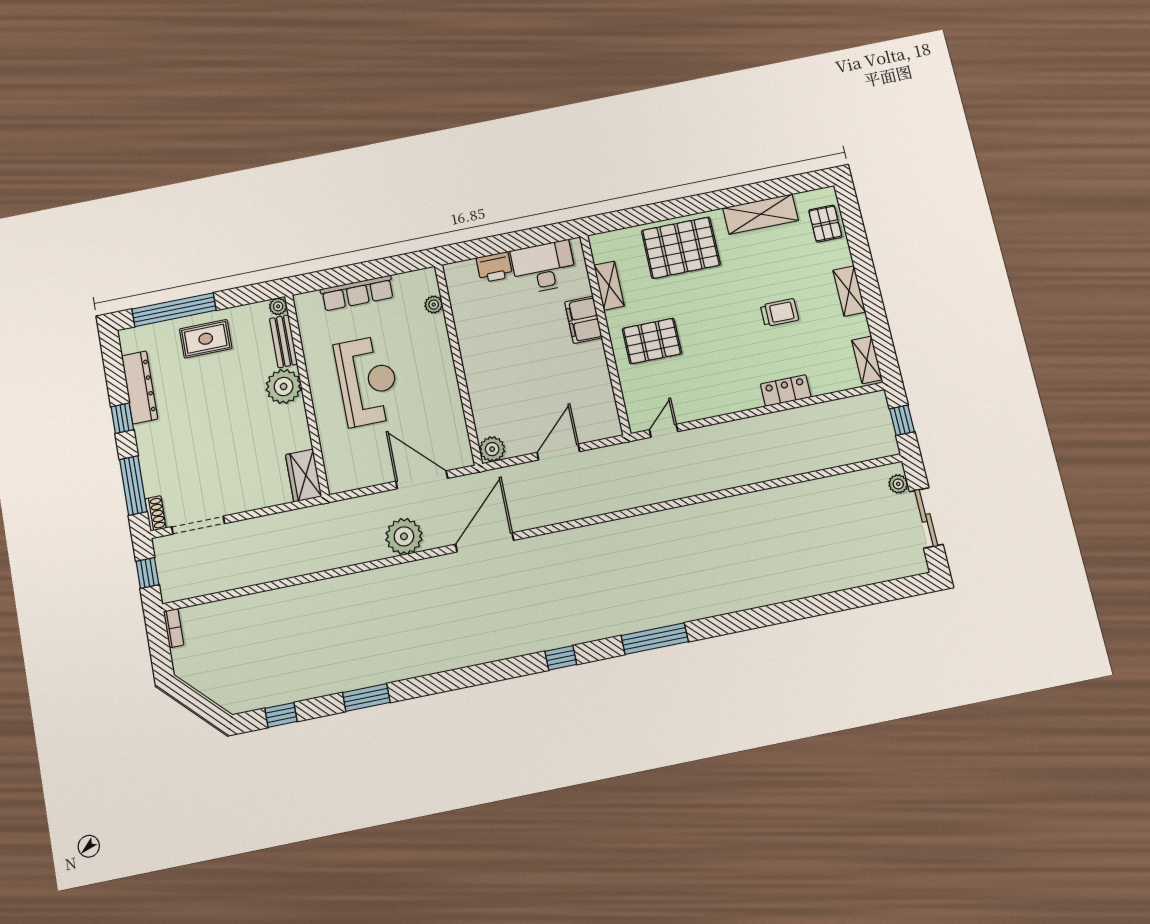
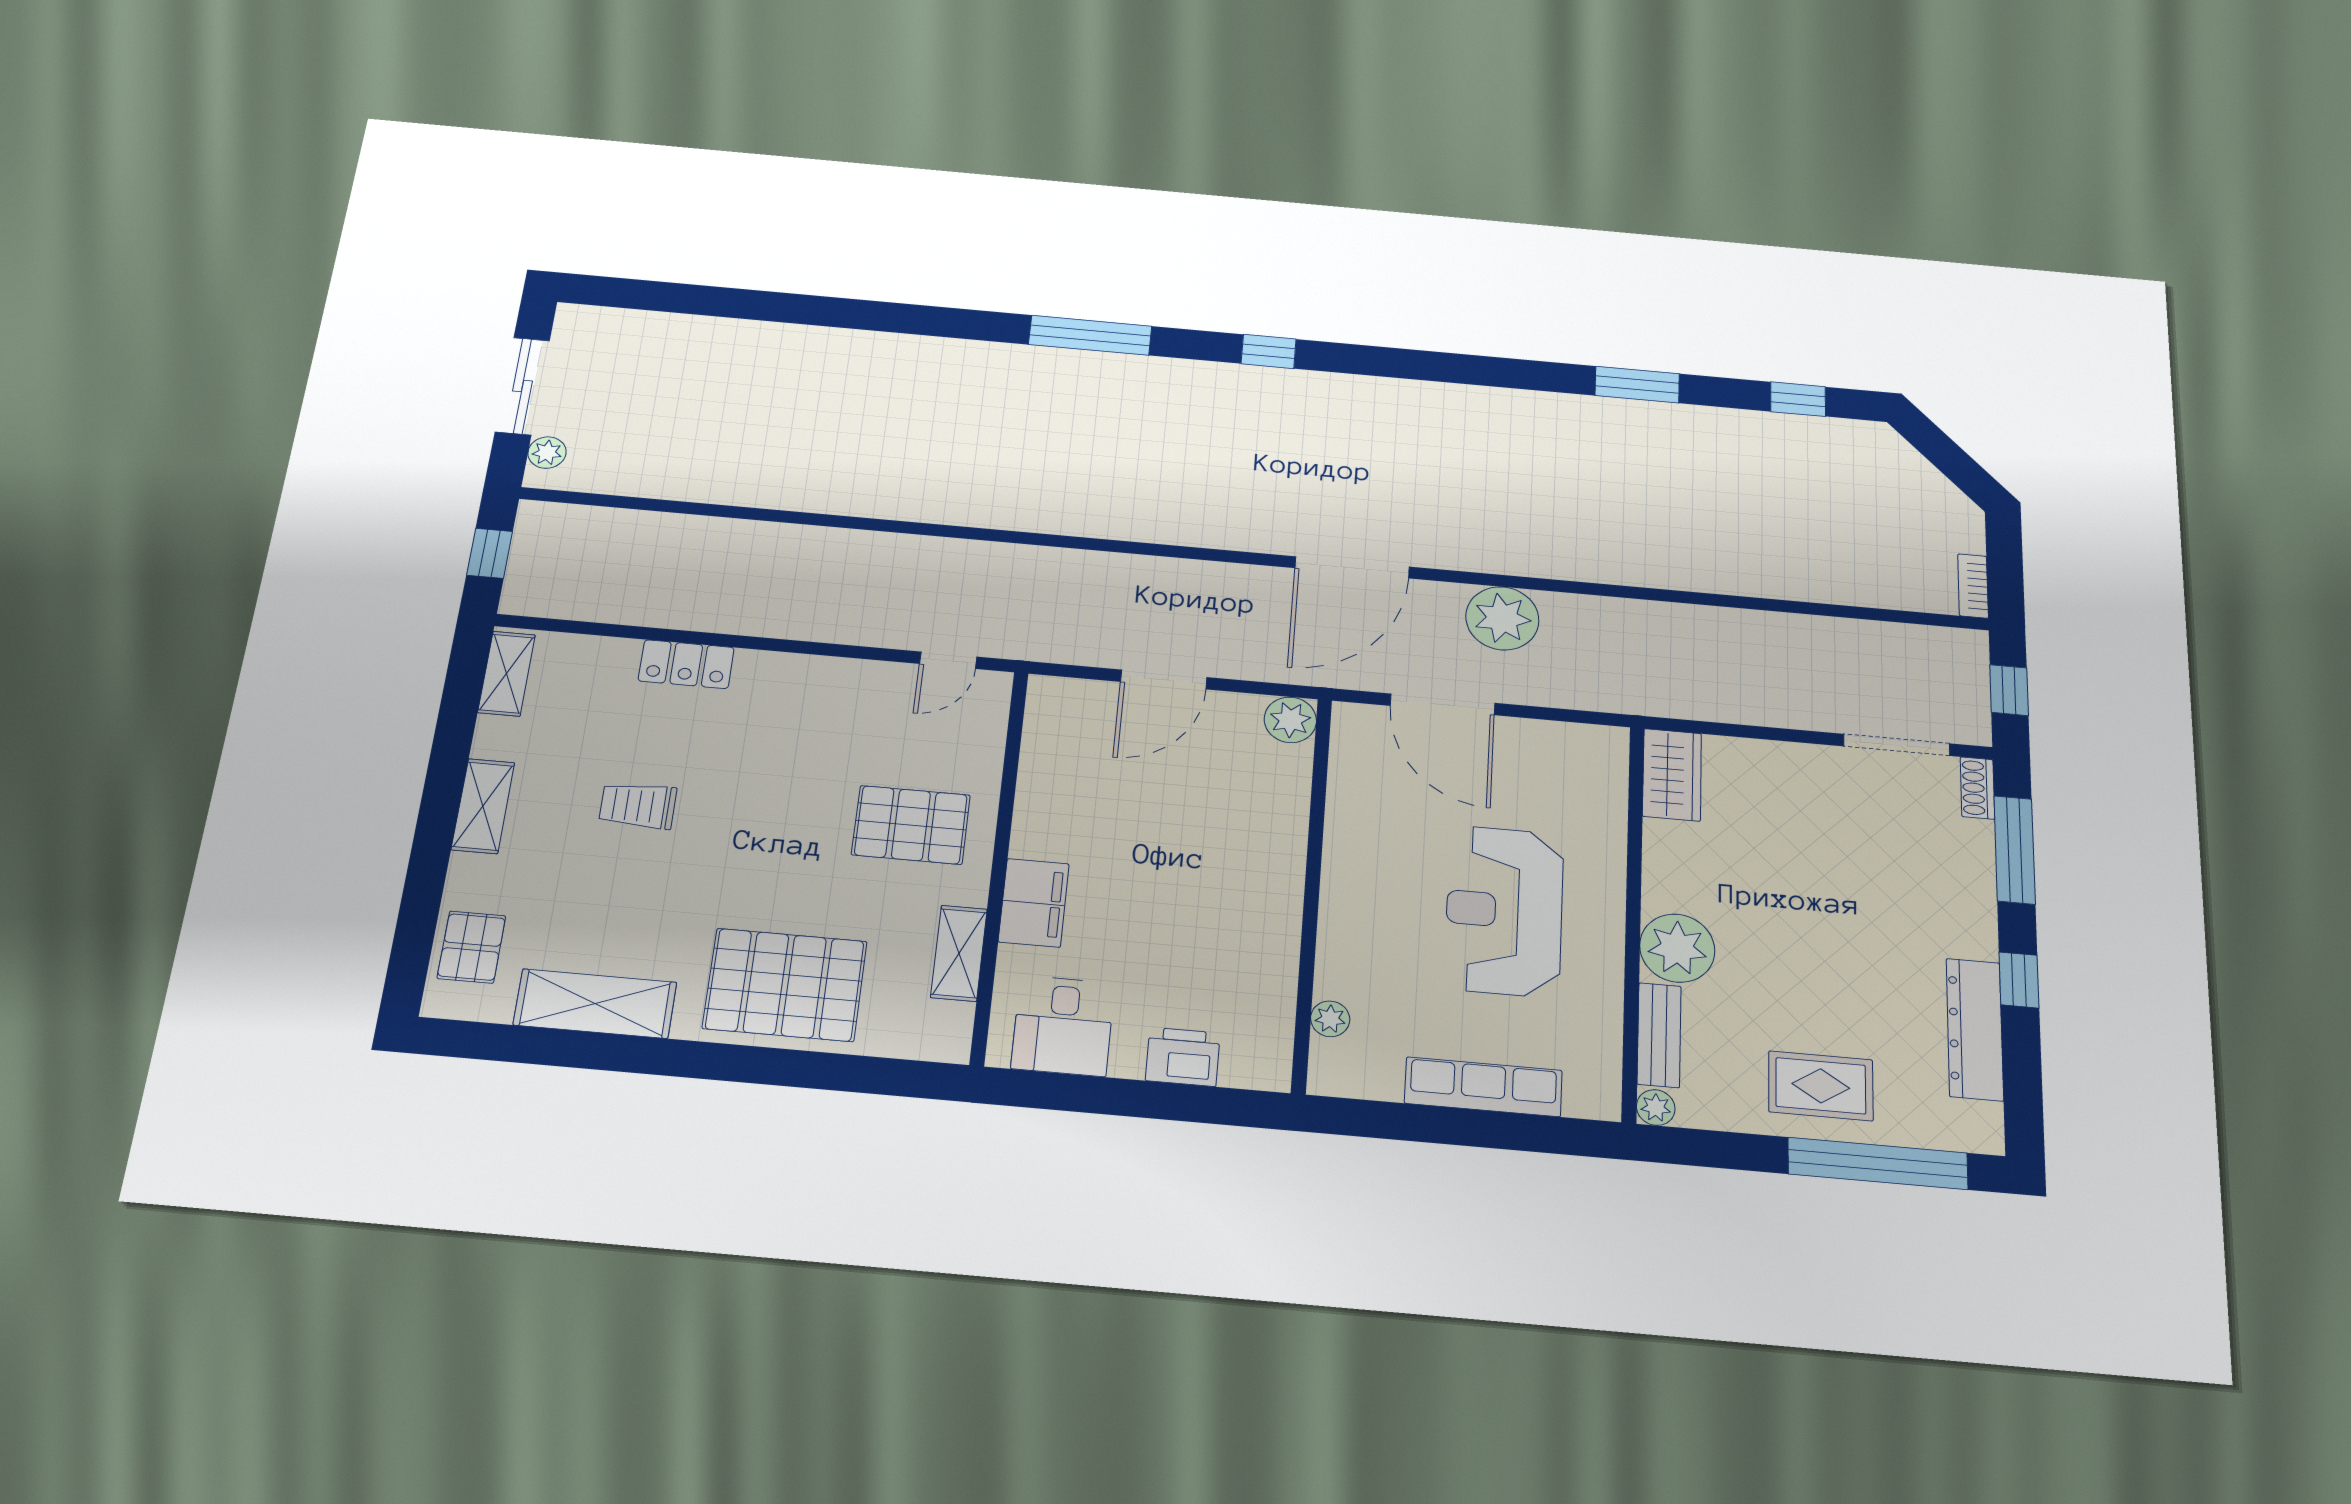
desk: (544, 267) -> (1063, 1026), width x0.73

